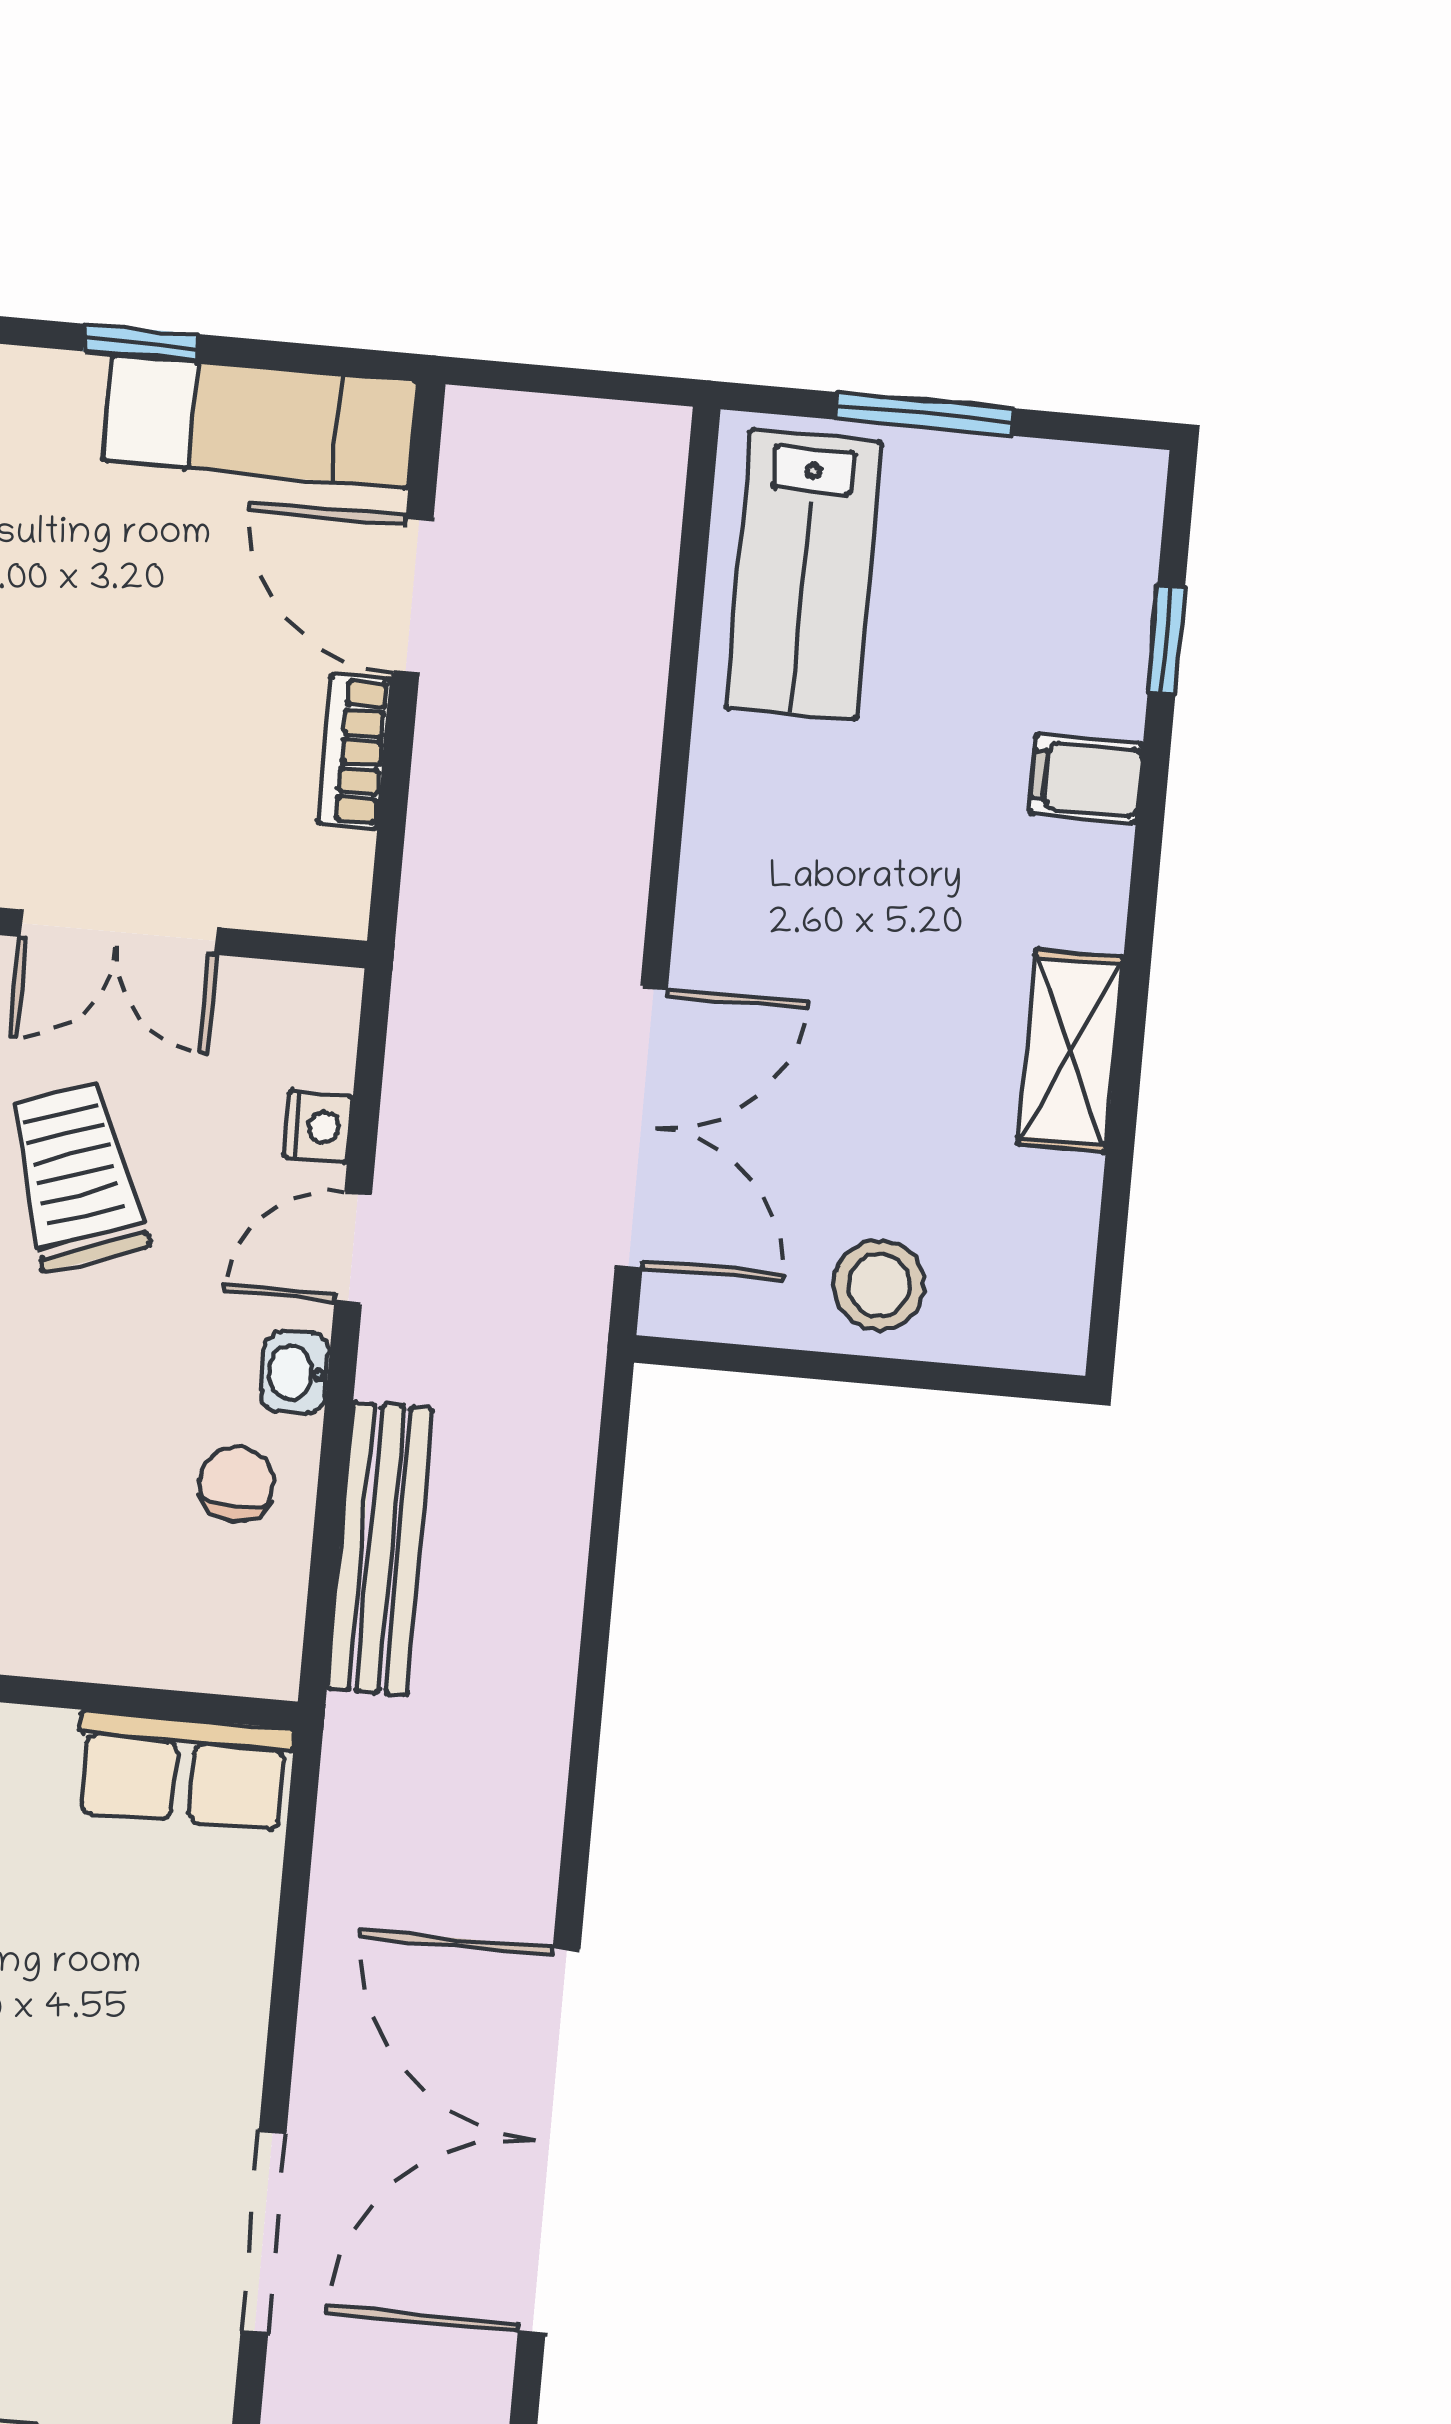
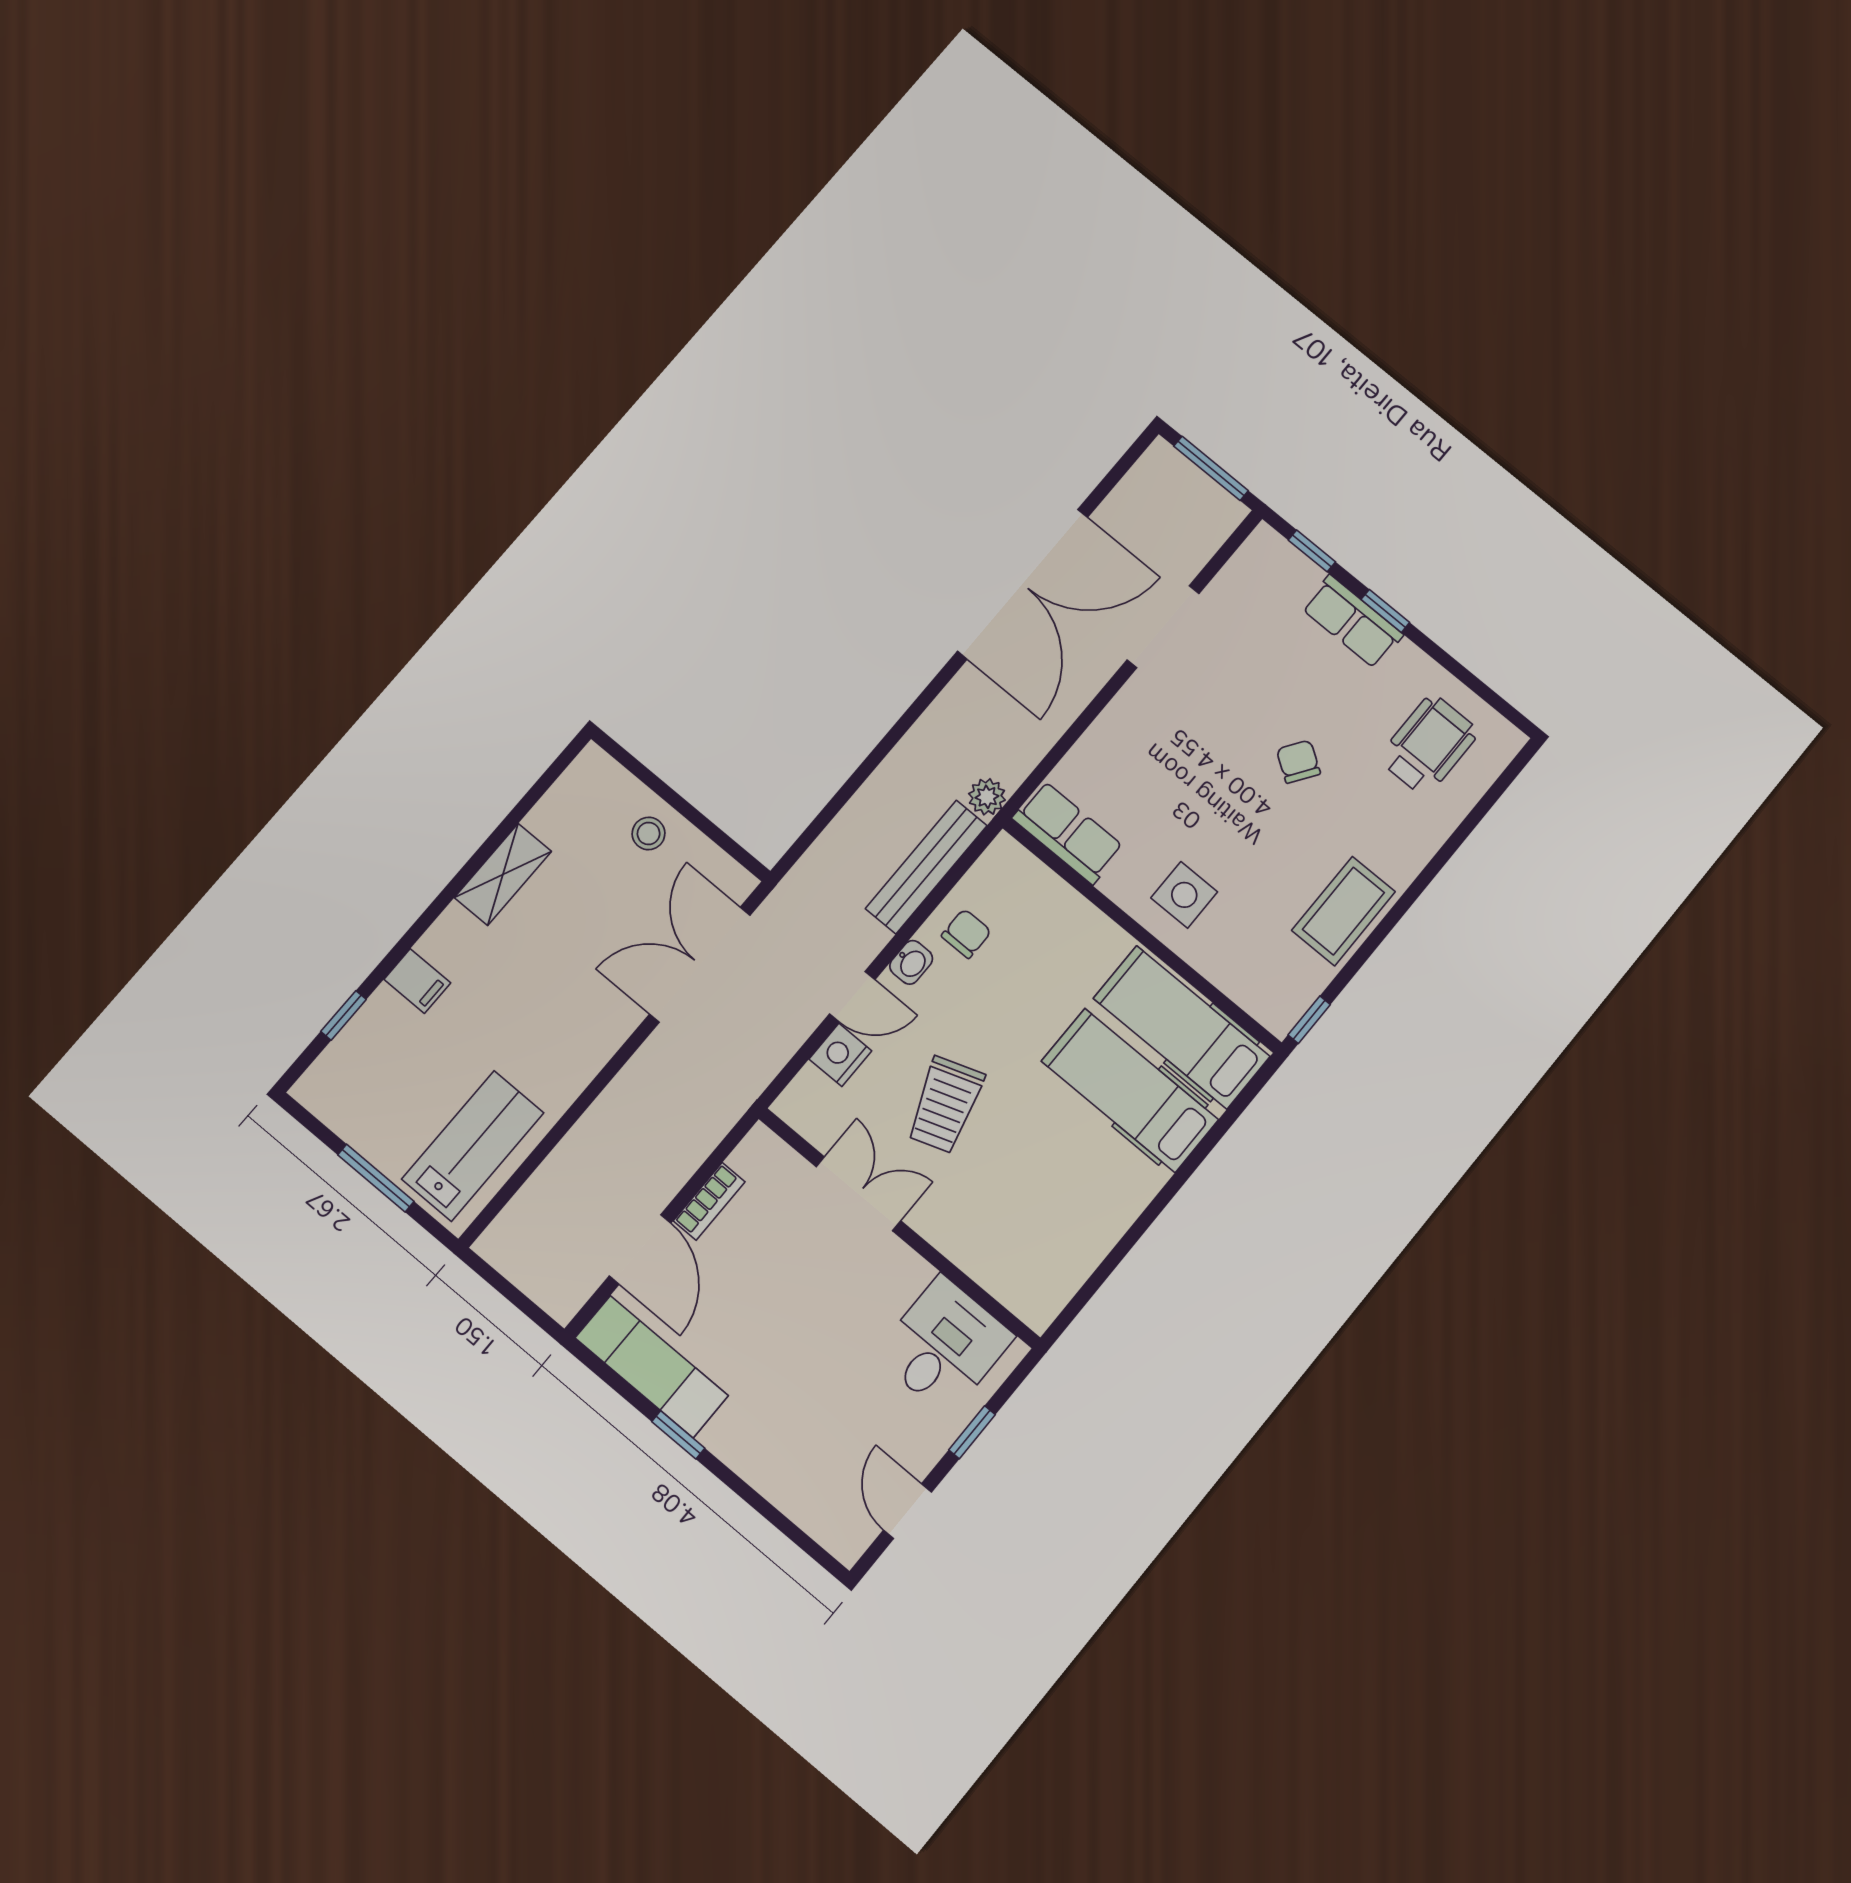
nightstand: (318, 1127) -> (840, 1055), width x1.39, depth x1.35
stool: (879, 1285) -> (649, 833), width x0.73, depth x0.73
chair: (237, 1484) -> (966, 934), turned 180
plant: (360, 1737) -> (987, 797), added

